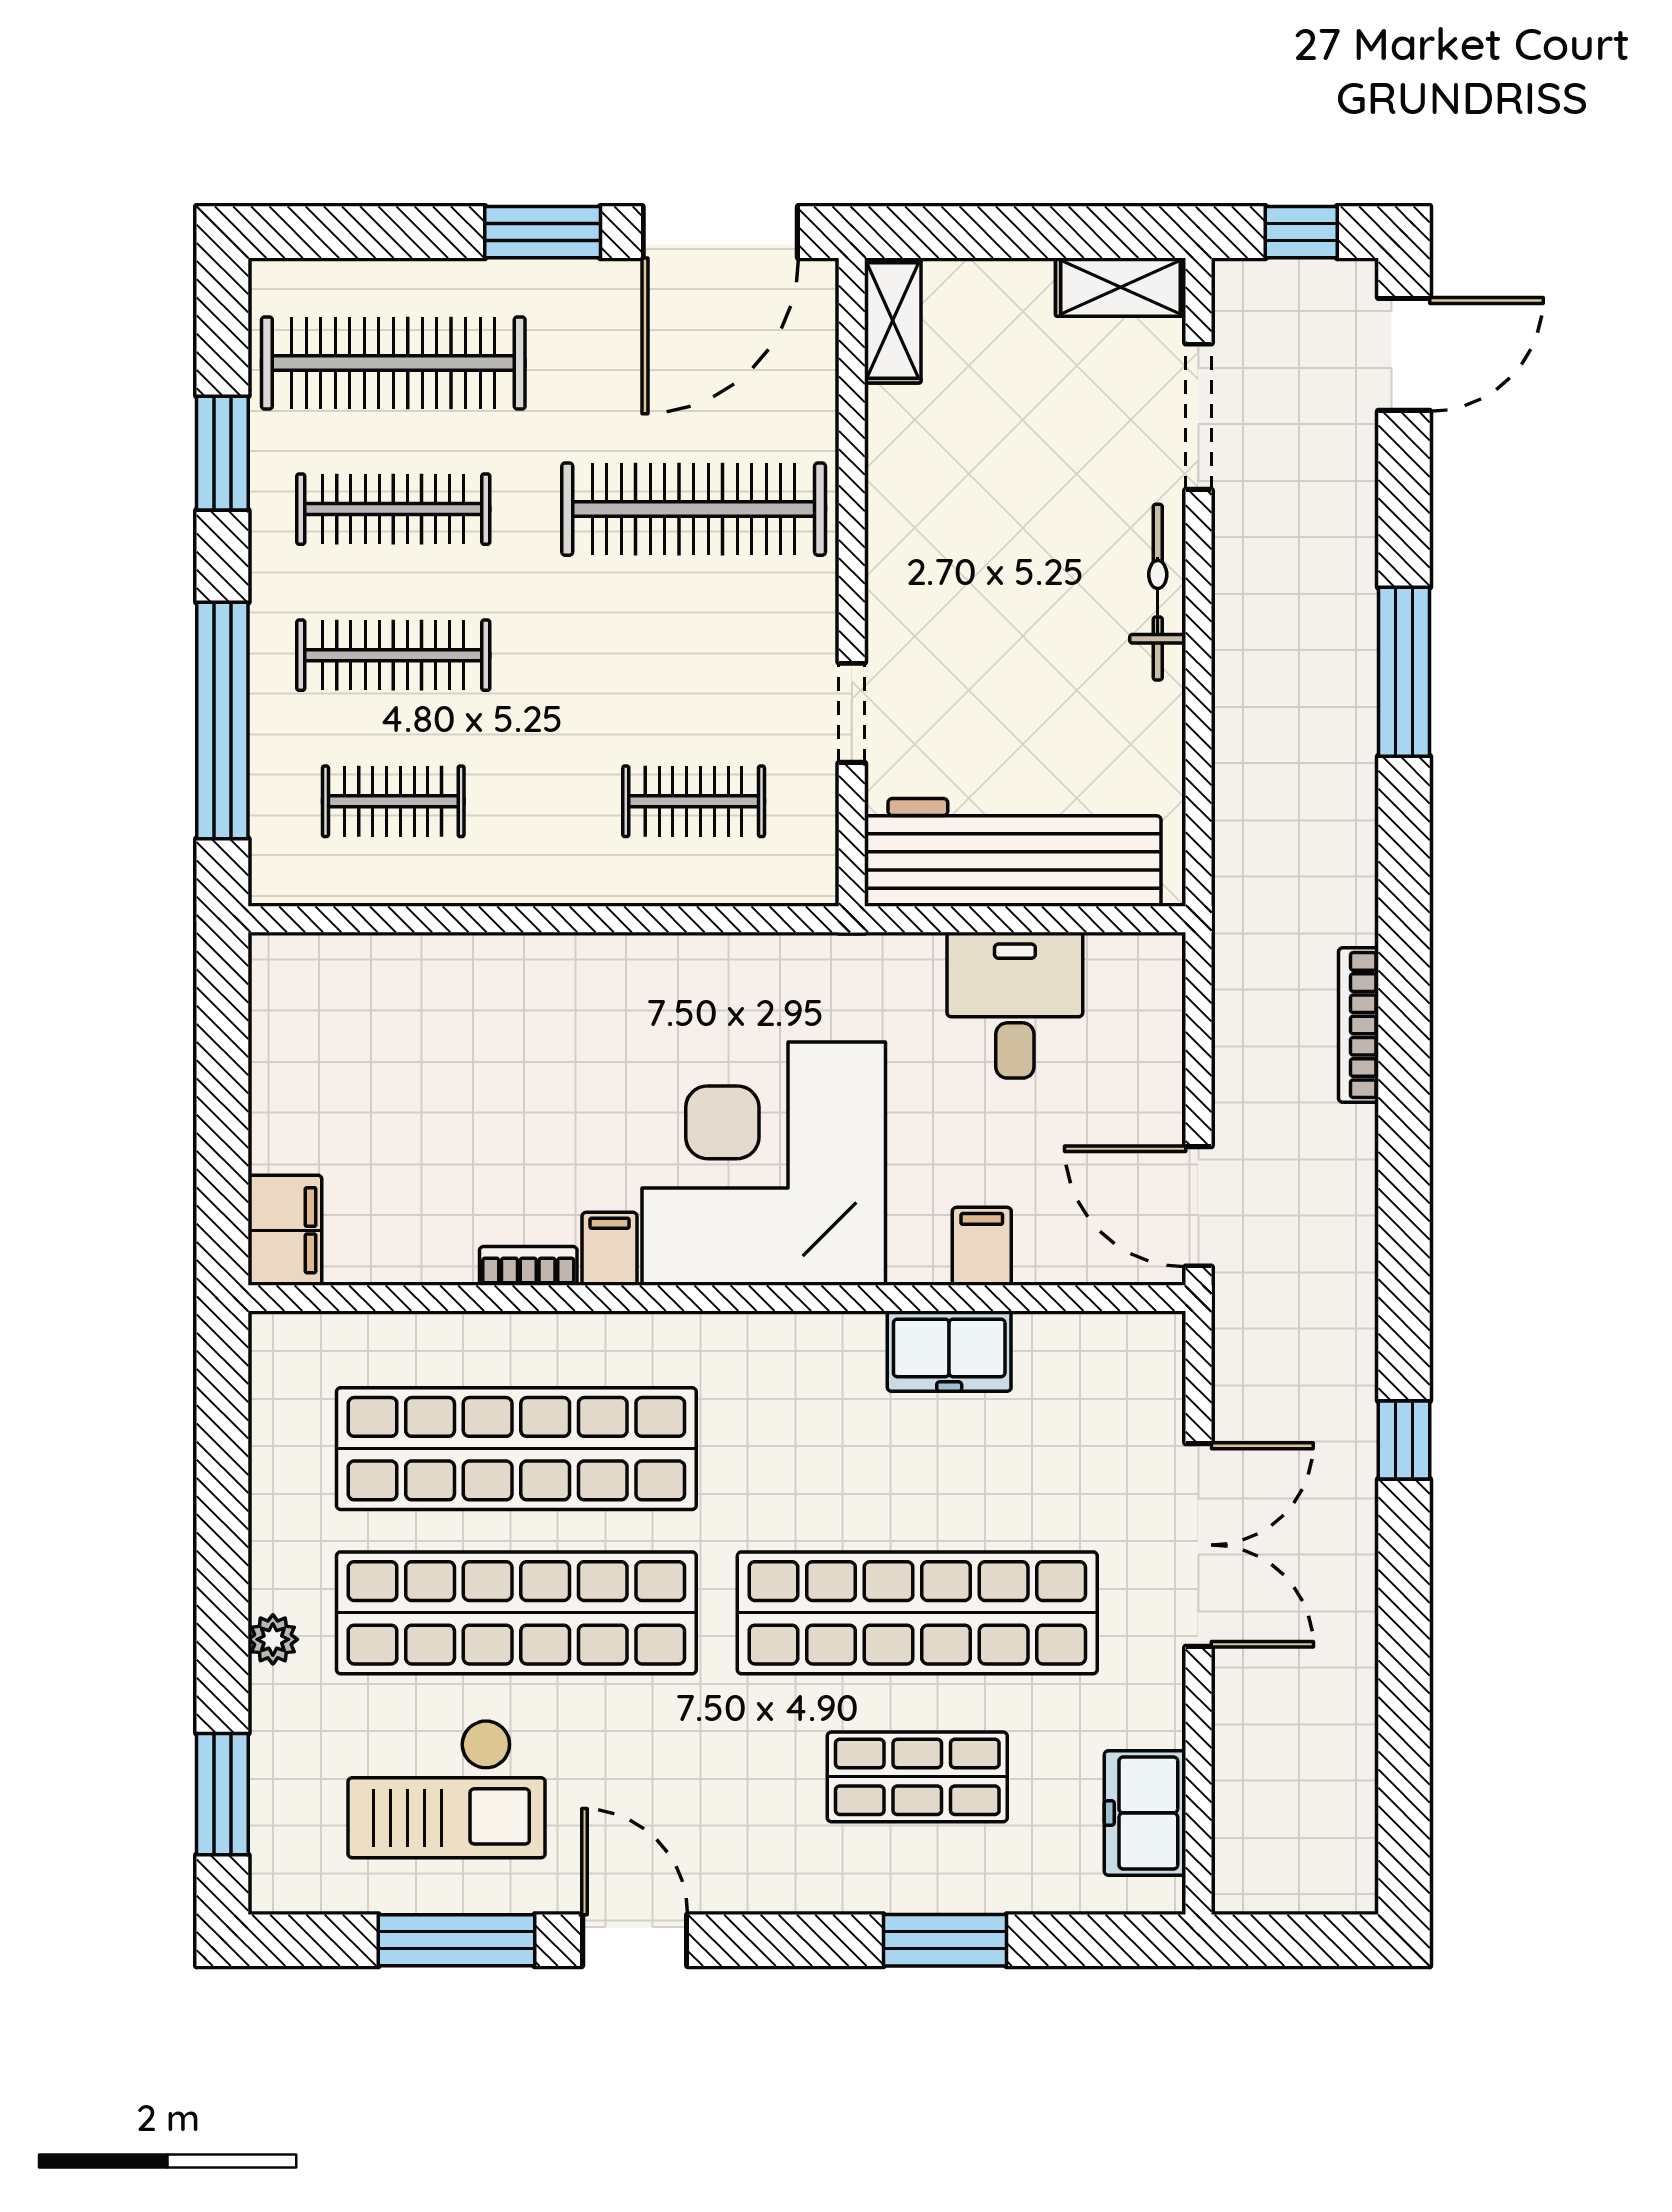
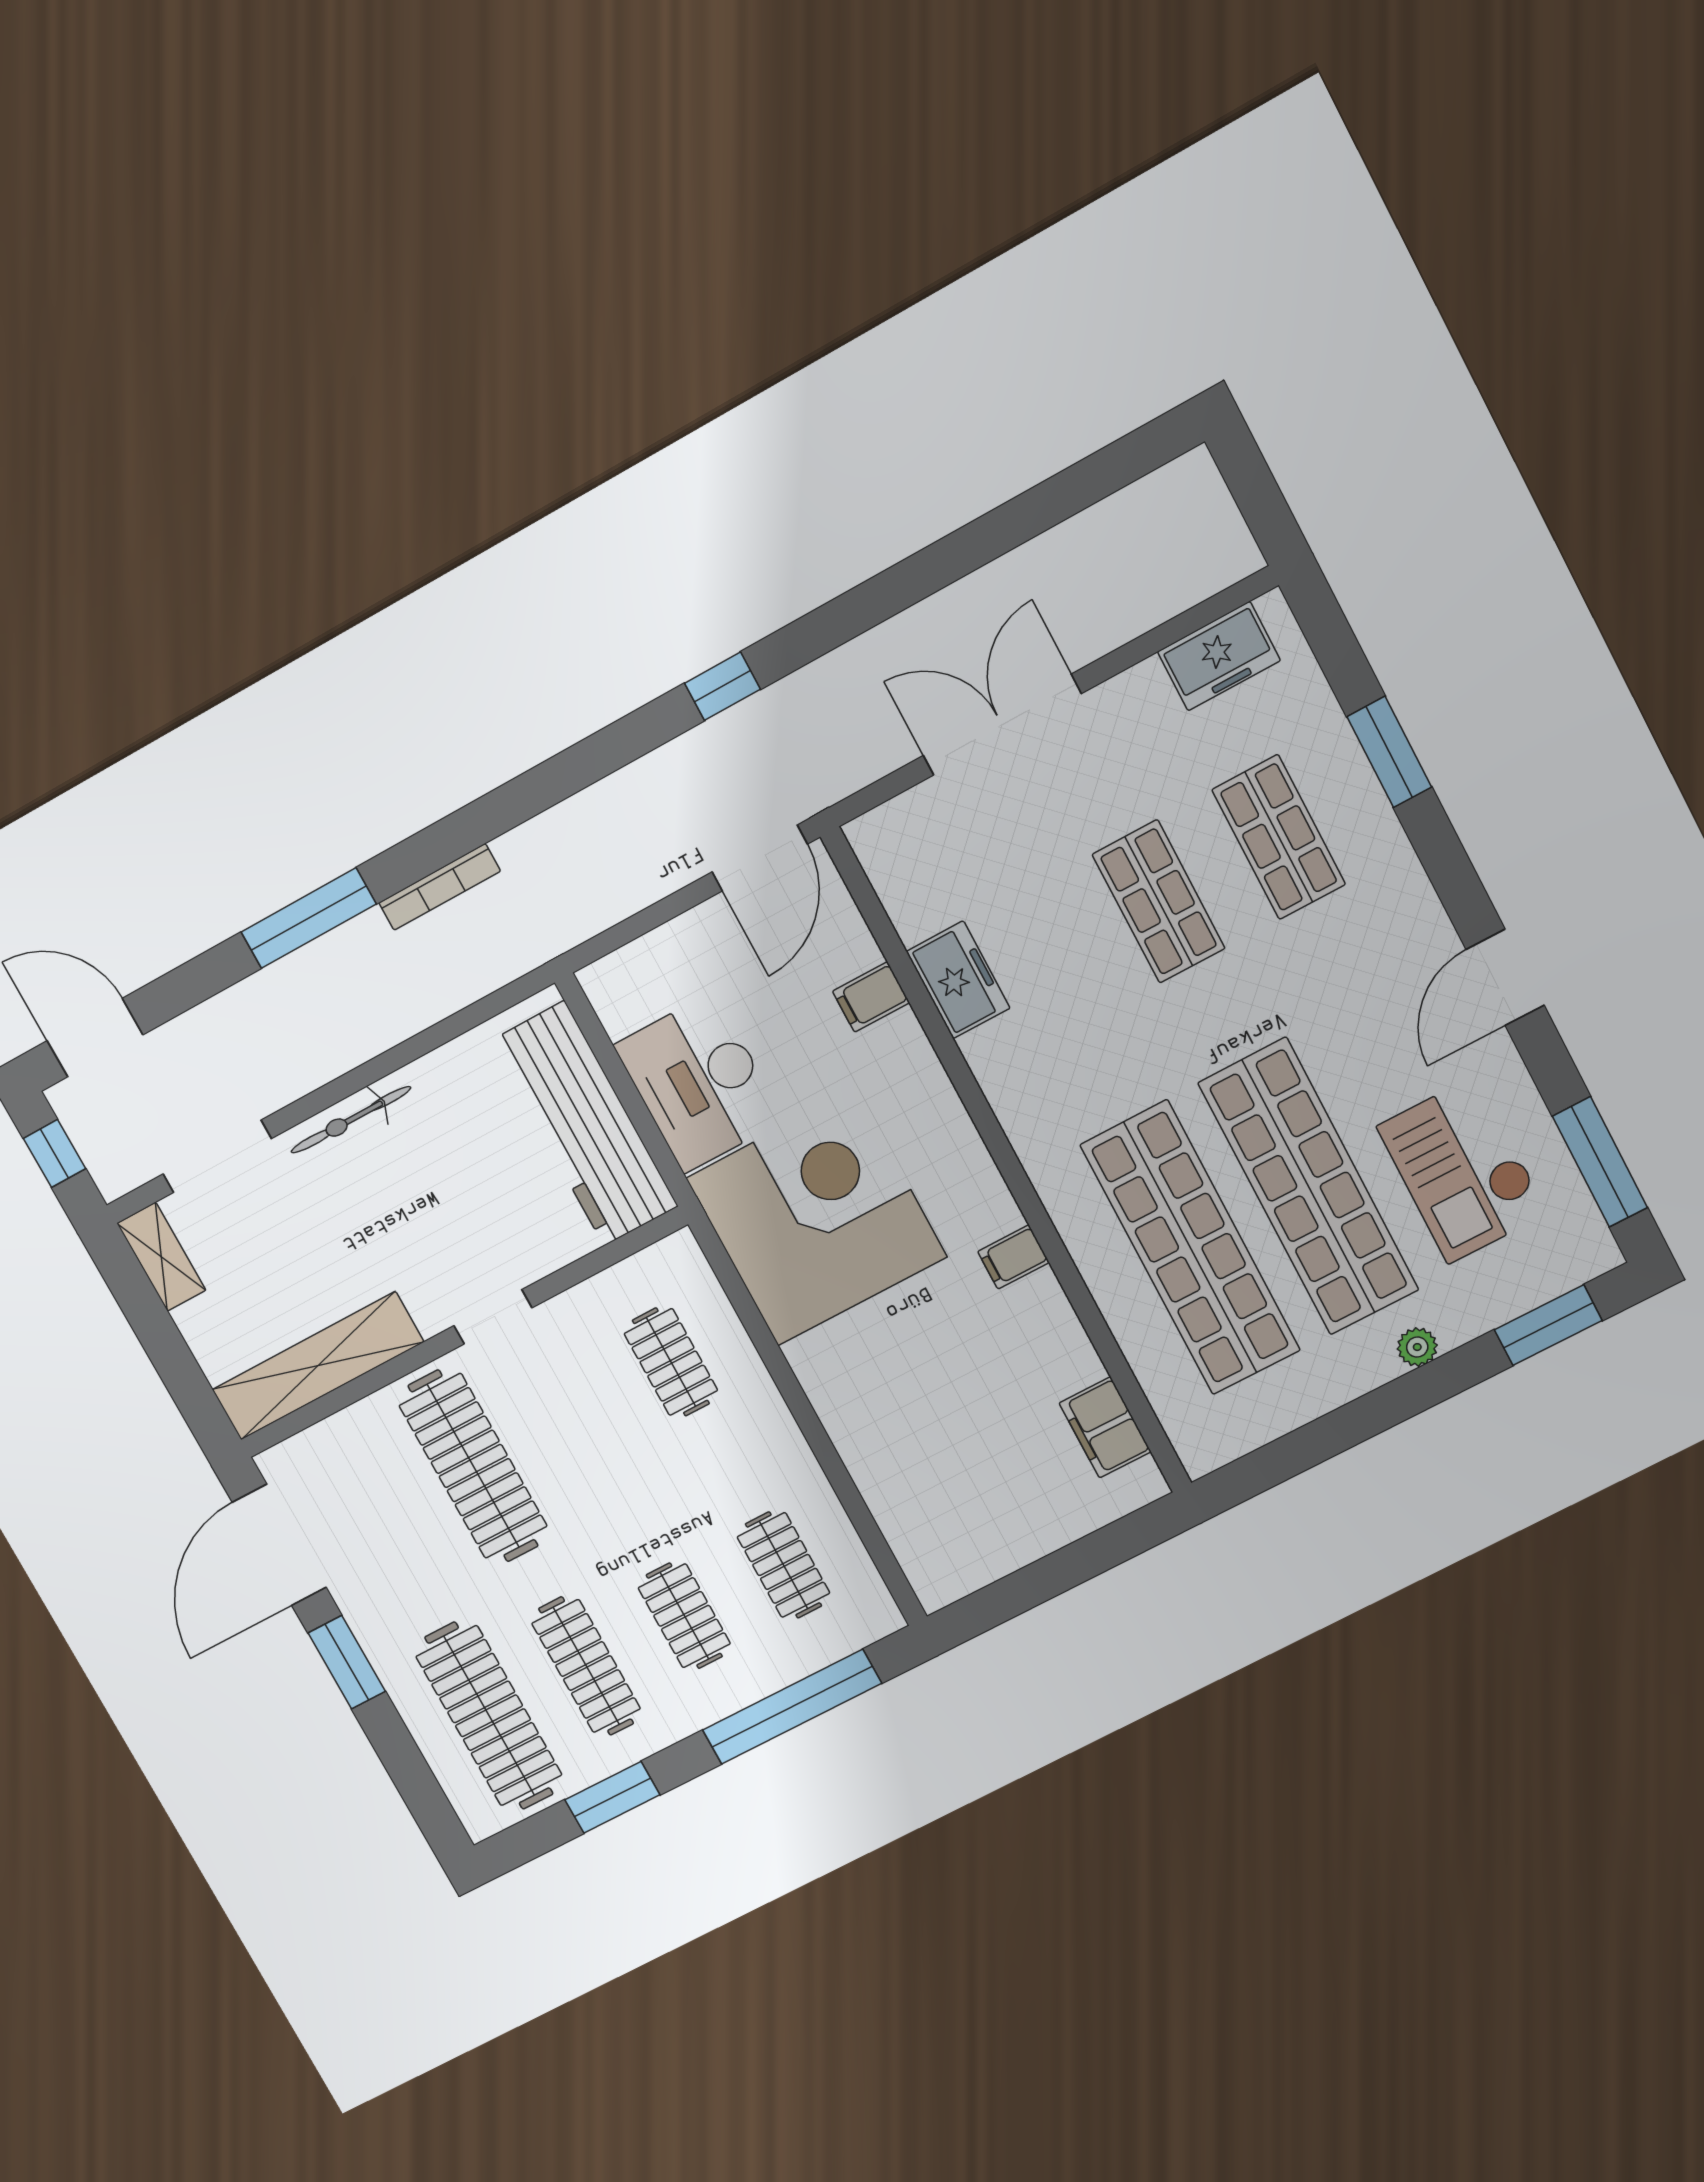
door: (720, 232) -> (279, 1545), swing flipped
shelving: (893, 320) -> (318, 1366), width x2.20, depth x1.33
clothes rail: (393, 655) -> (684, 1616), width x0.73
doorway: (852, 713) -> (493, 1317), moved
desk: (1015, 1005) -> (699, 1083), width x1.37
bookcase: (1358, 1025) -> (440, 887), moved
corner desk: (764, 1164) -> (816, 1218), moved, turned 180
filing cabinet: (285, 1230) -> (1105, 1427), moved, turned -90
bookcase: (528, 1266) -> (1056, 1307), removed
window: (1404, 1440) -> (722, 686), moved
shop shelf: (917, 1613) -> (1159, 901), width x0.50, depth x0.74
checkout: (447, 1789) -> (1463, 1170), turned 180
window: (457, 1940) -> (1600, 1162), moved

